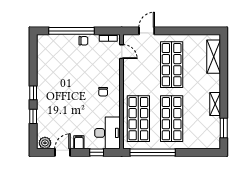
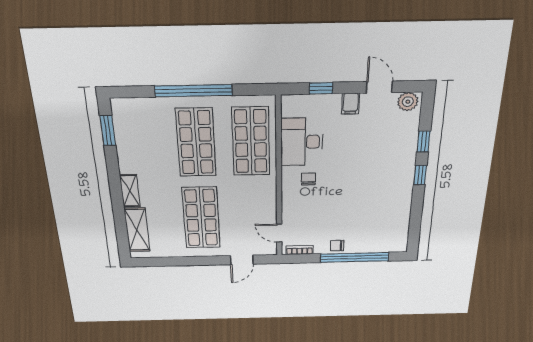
shelving: (215, 104) -> (130, 191), moved
desk: (108, 133) -> (302, 142), moved
door: (62, 152) -> (379, 87), swing flipped
window: (153, 152) -> (193, 91), moved

